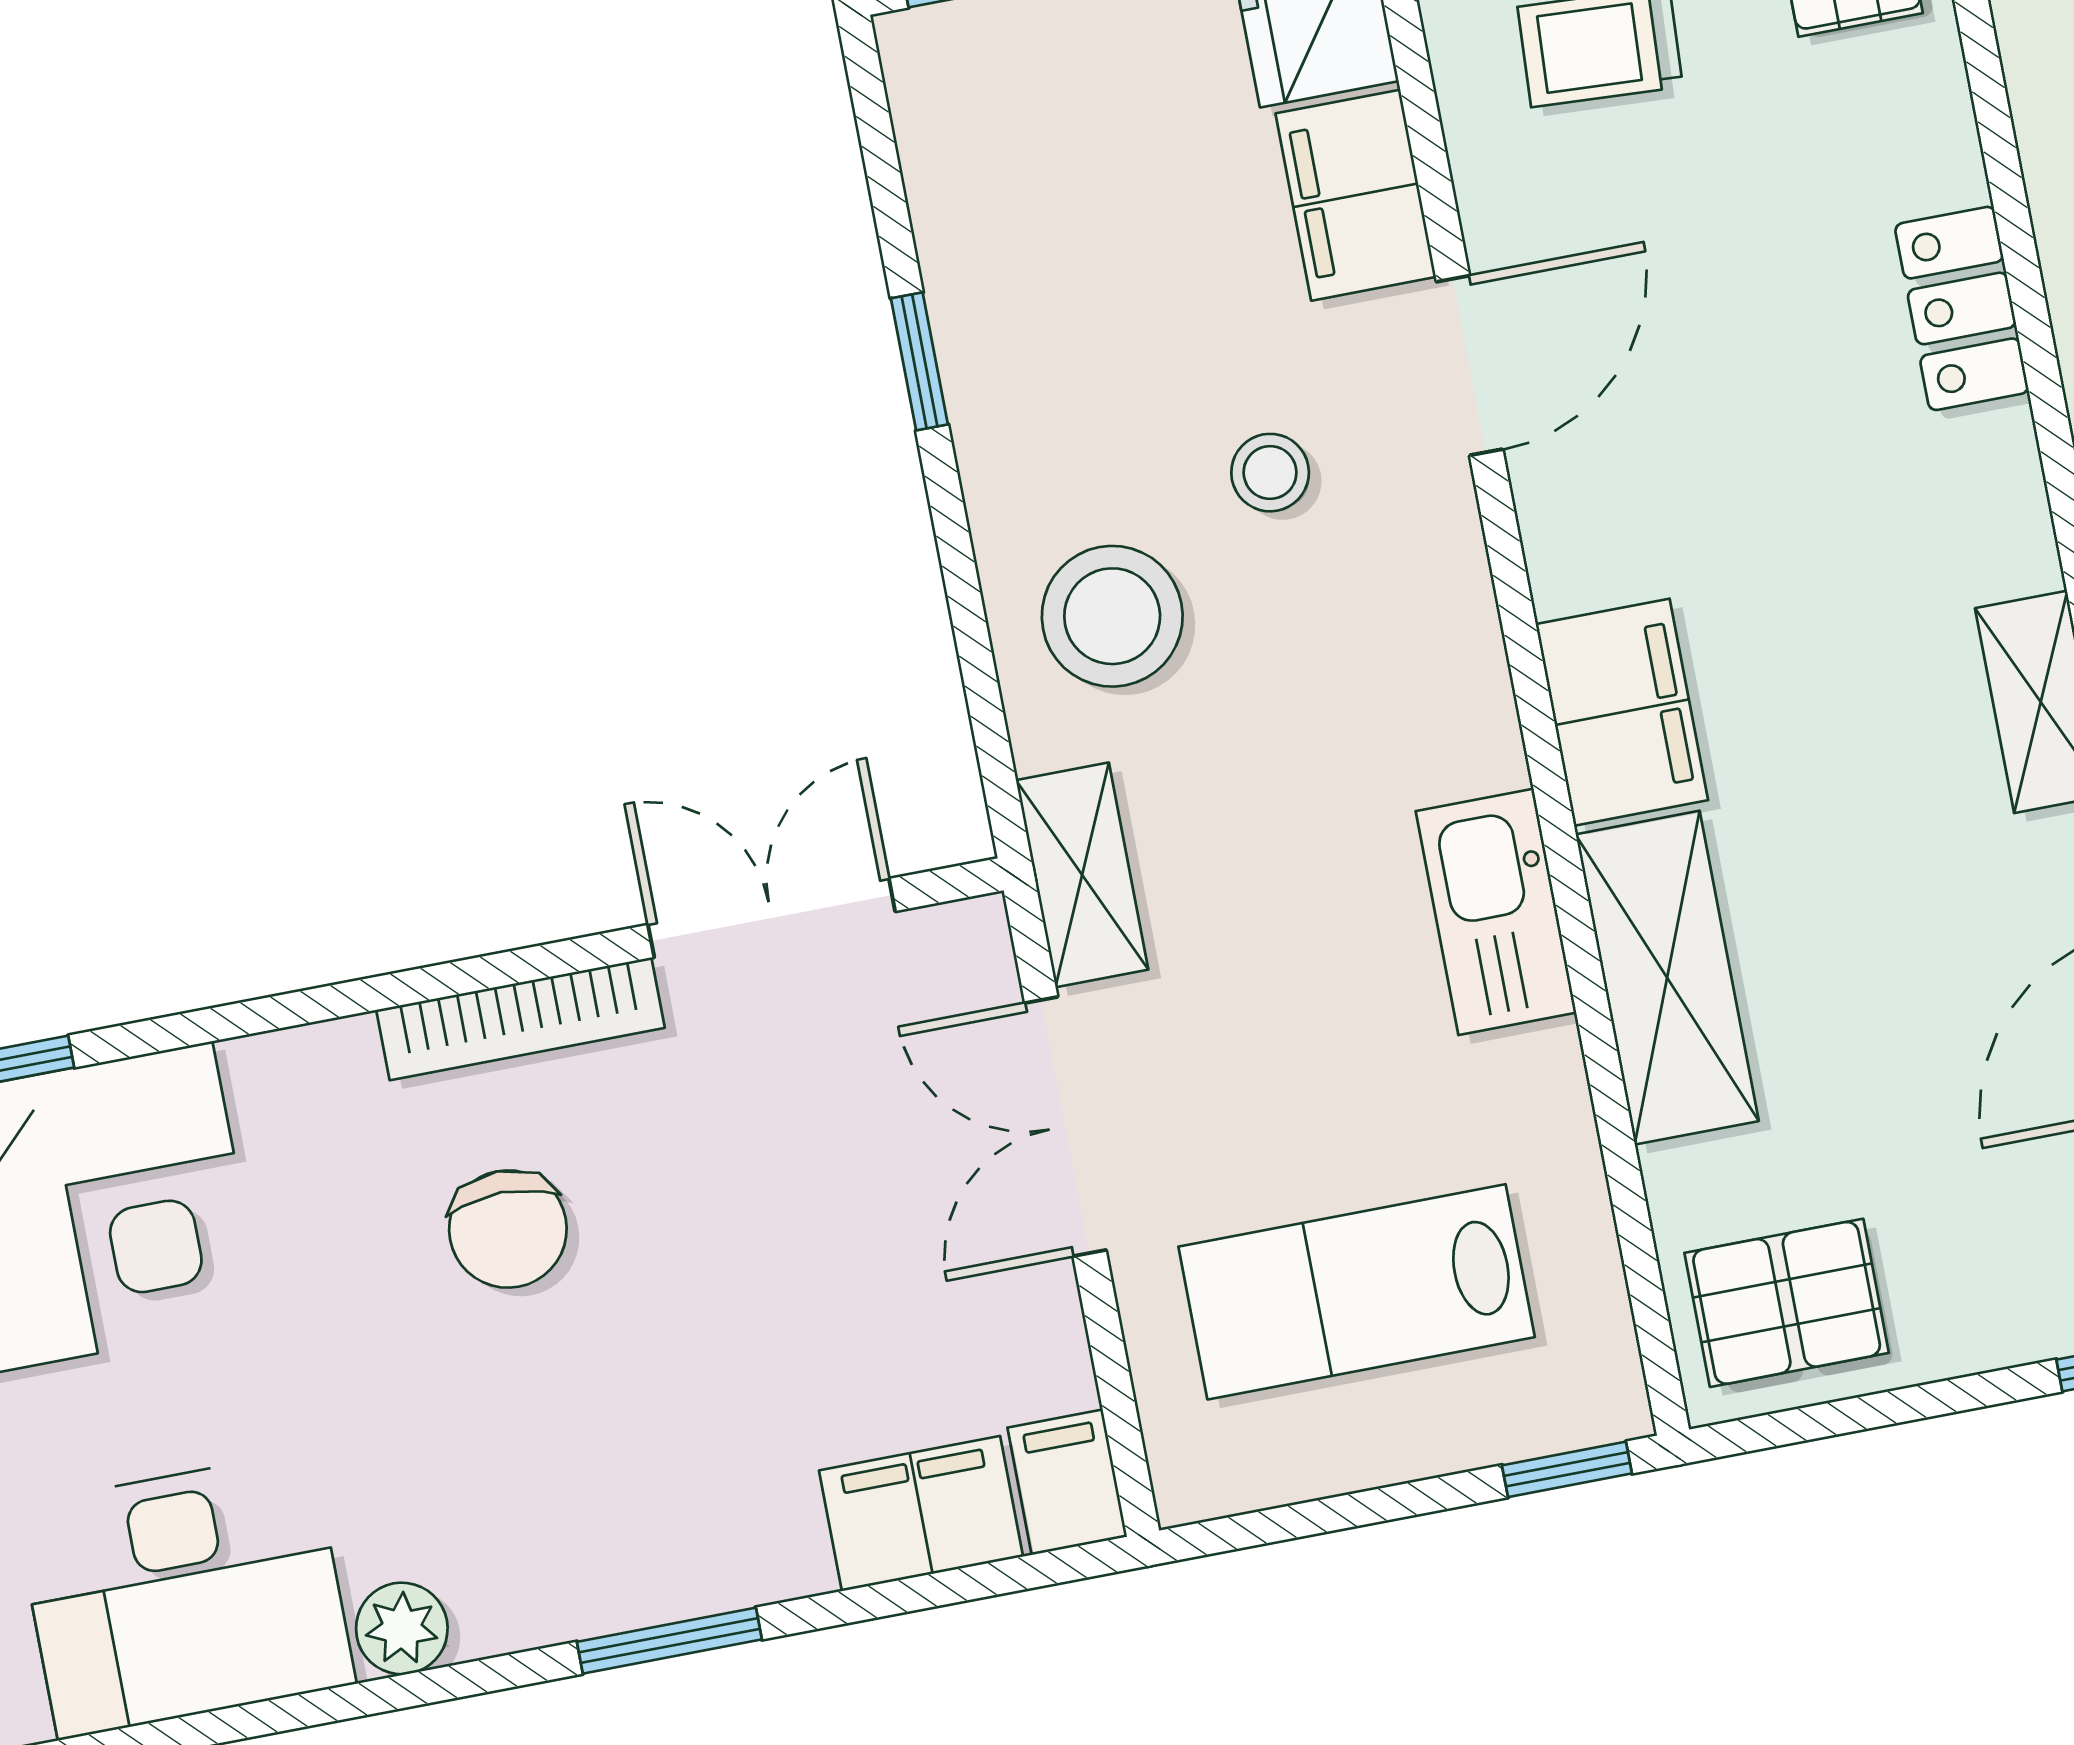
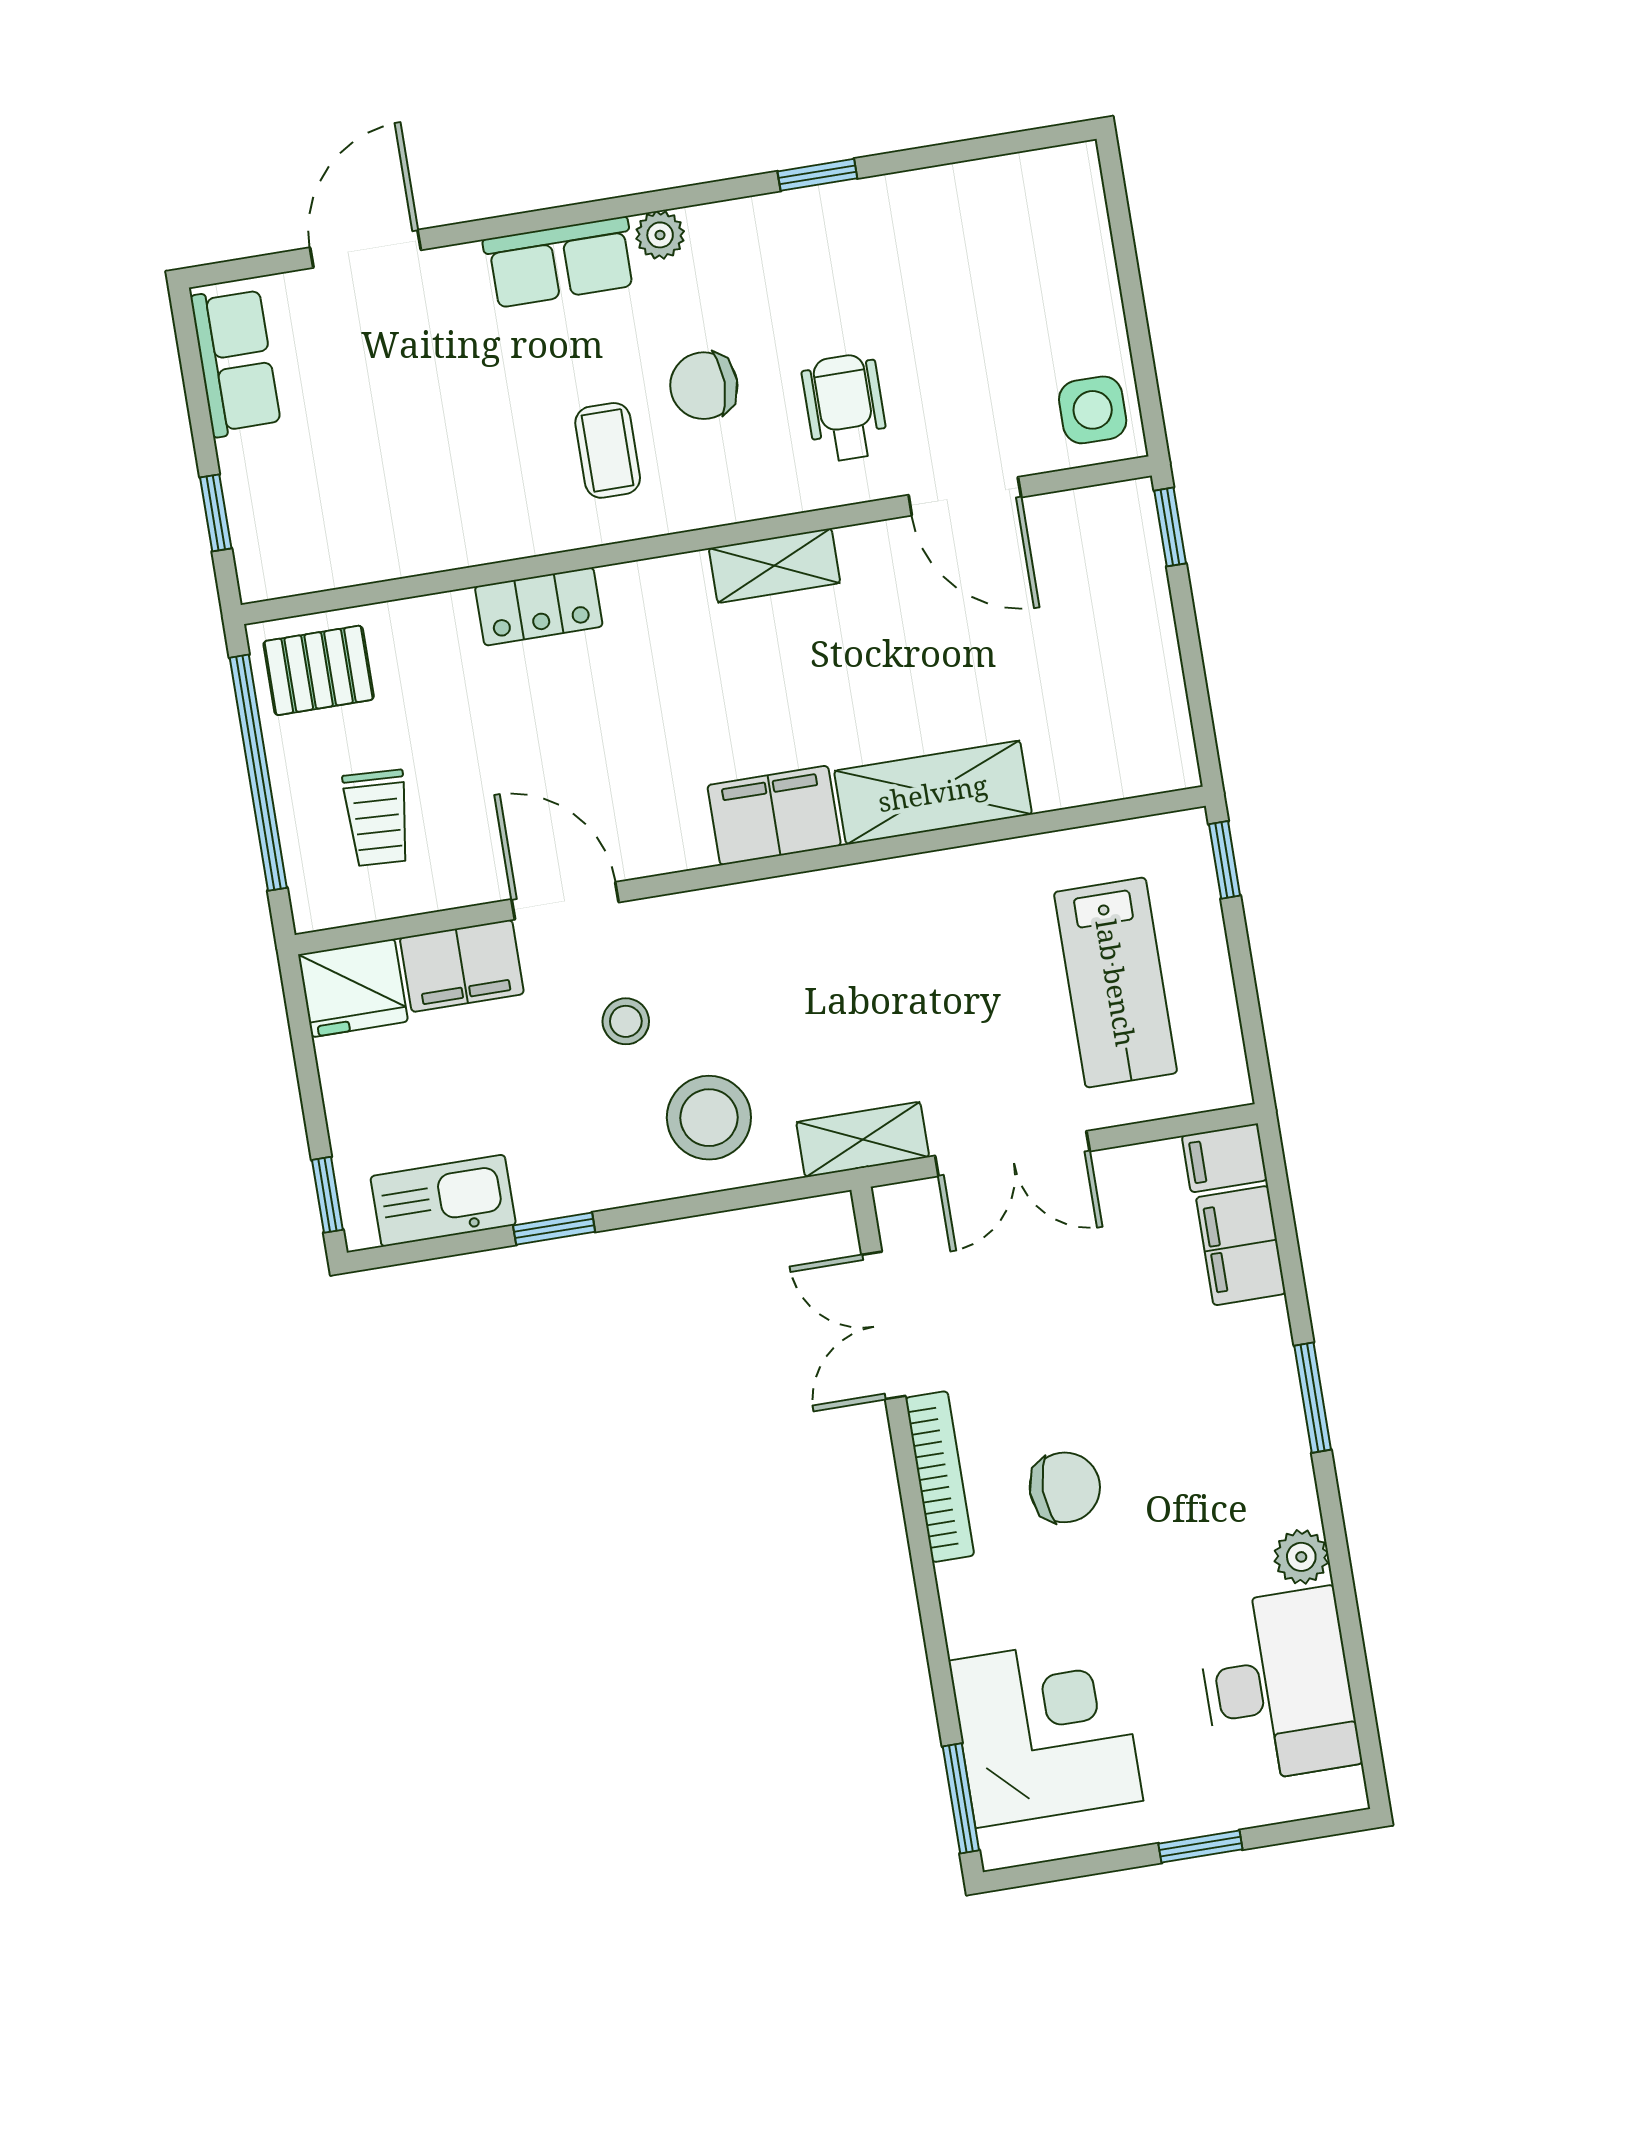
kitchen sink: (1496, 912) -> (443, 1201), moved, turned 180
pallet: (1787, 1303) -> (1129, 726), removed

